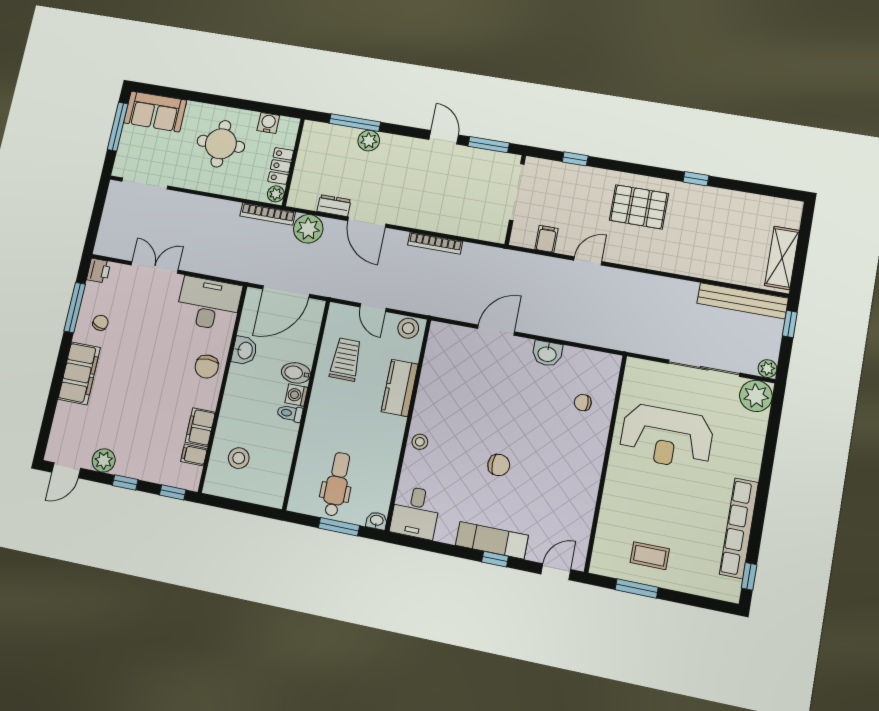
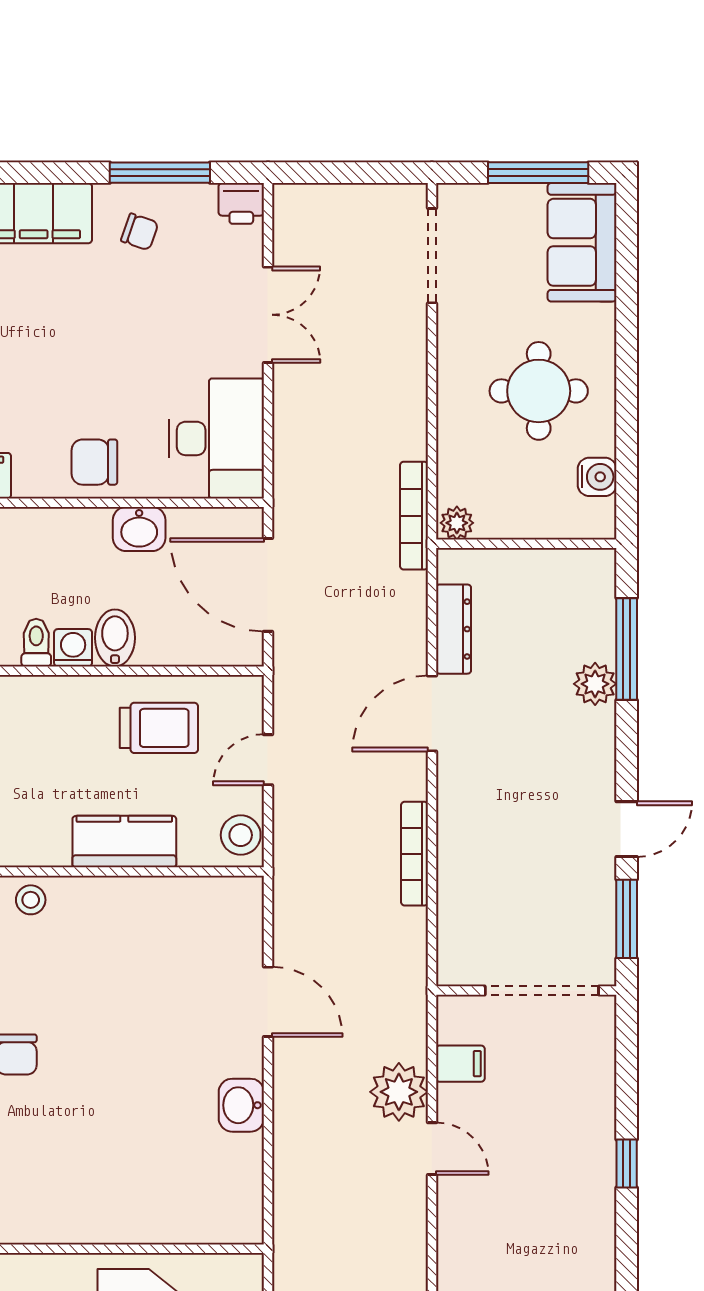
window: (575, 159) -> (627, 1163), moved
locker: (281, 166) -> (514, 521), removed
dresser: (334, 206) -> (453, 629), width x1.44
pallet: (639, 207) -> (553, 1226), removed
plant: (308, 229) -> (399, 1092), moved
chair: (583, 403) -> (162, 1187), removed

